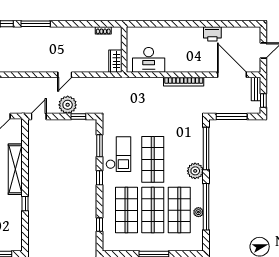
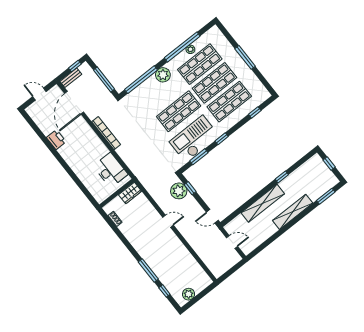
plant: (68, 105) -> (179, 191), moved
checkout: (118, 154) -> (194, 139), width x1.36, depth x1.21

